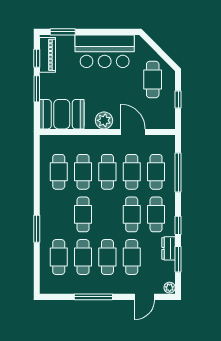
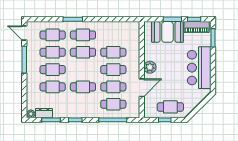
cafe table: (153, 80) -> (170, 107), moved
booth: (62, 114) -> (167, 32), moved, turned 90
cafe table: (59, 172) -> (83, 35), moved
cafe table: (156, 214) -> (83, 104), removed
dresser: (168, 248) -> (44, 113), moved
door: (144, 297) -> (24, 33), moved

